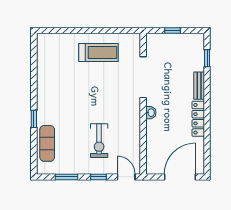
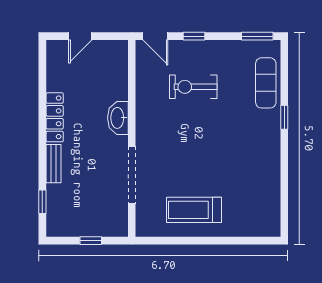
washbasin: (151, 113) -> (118, 118), width x1.91, depth x1.45
exercise bike: (99, 141) -> (193, 87), turned -90
window: (67, 177) -> (257, 36), moved
door: (180, 177) -> (80, 36), width x0.53

